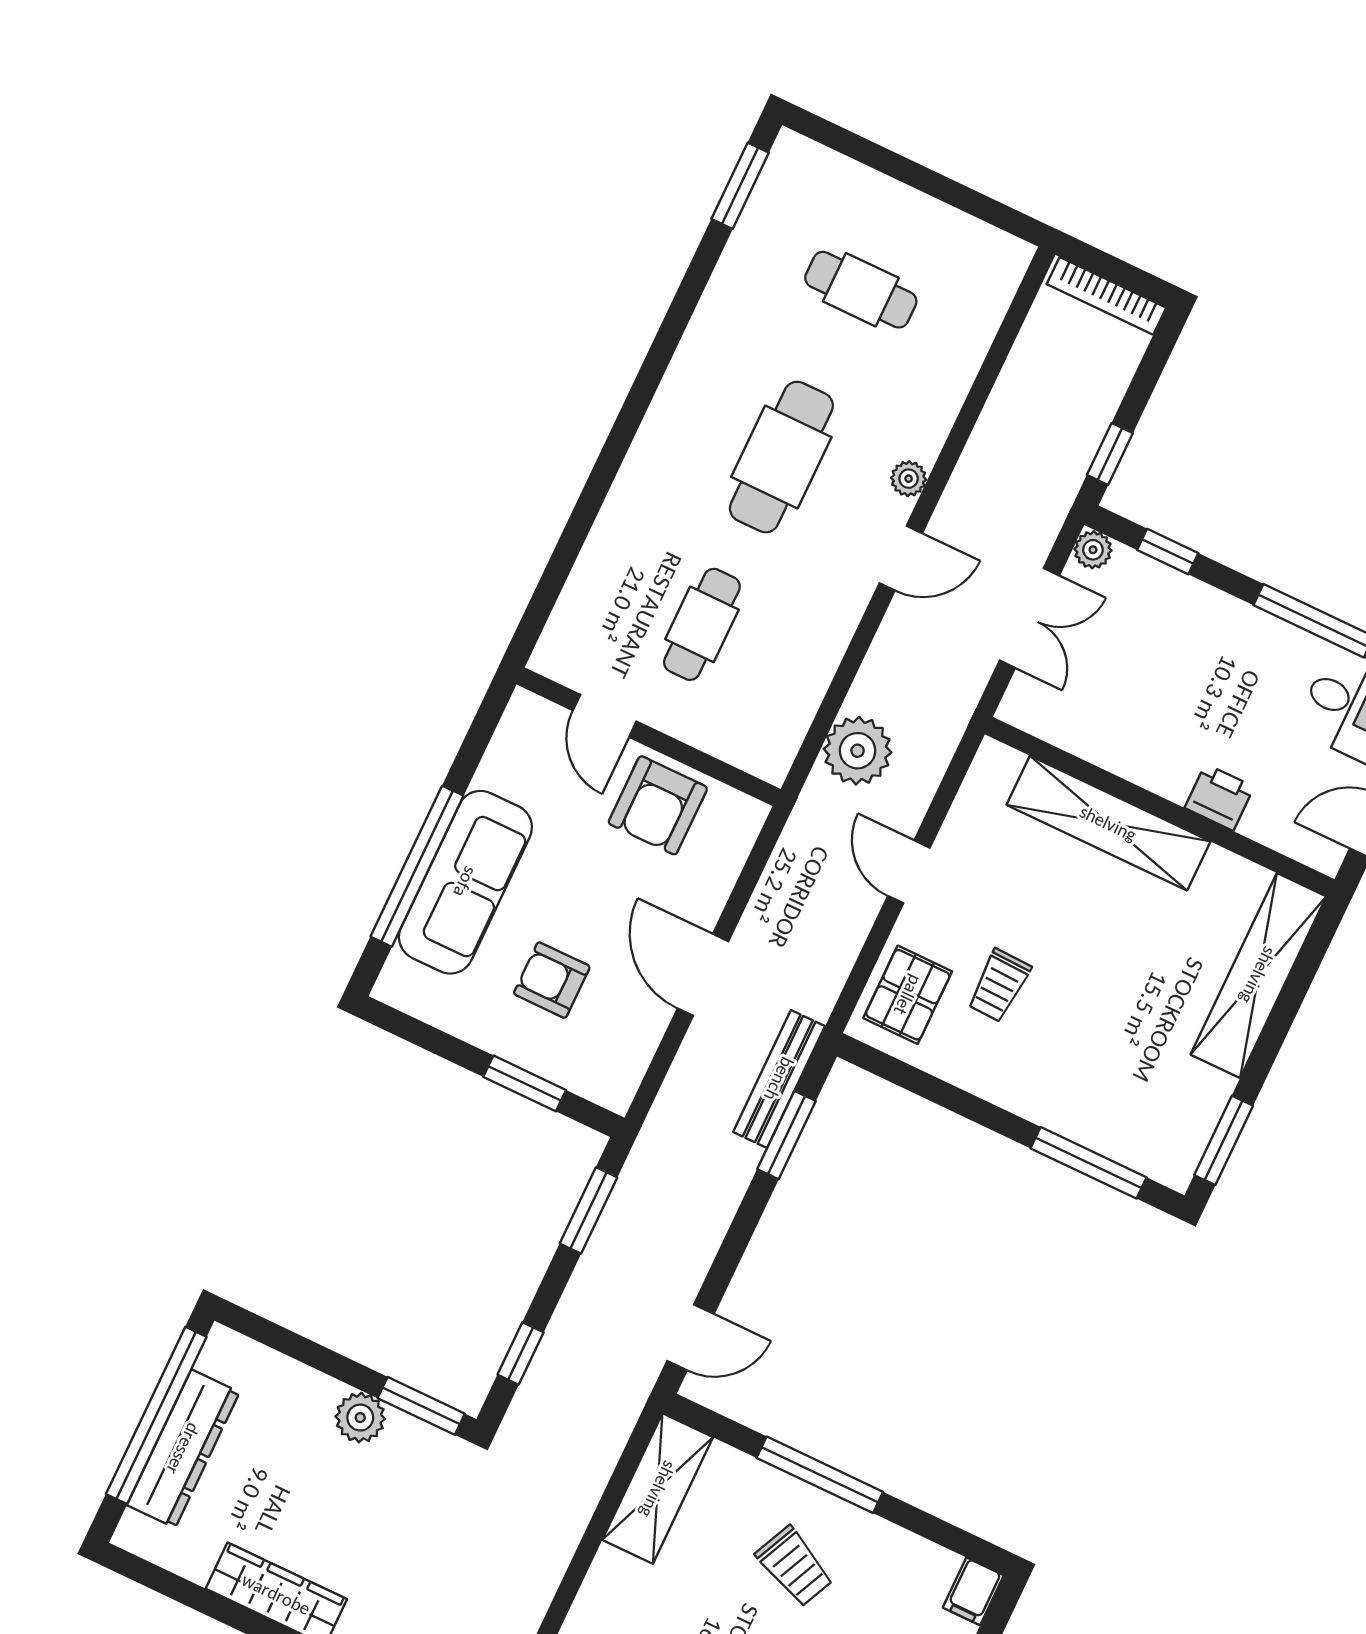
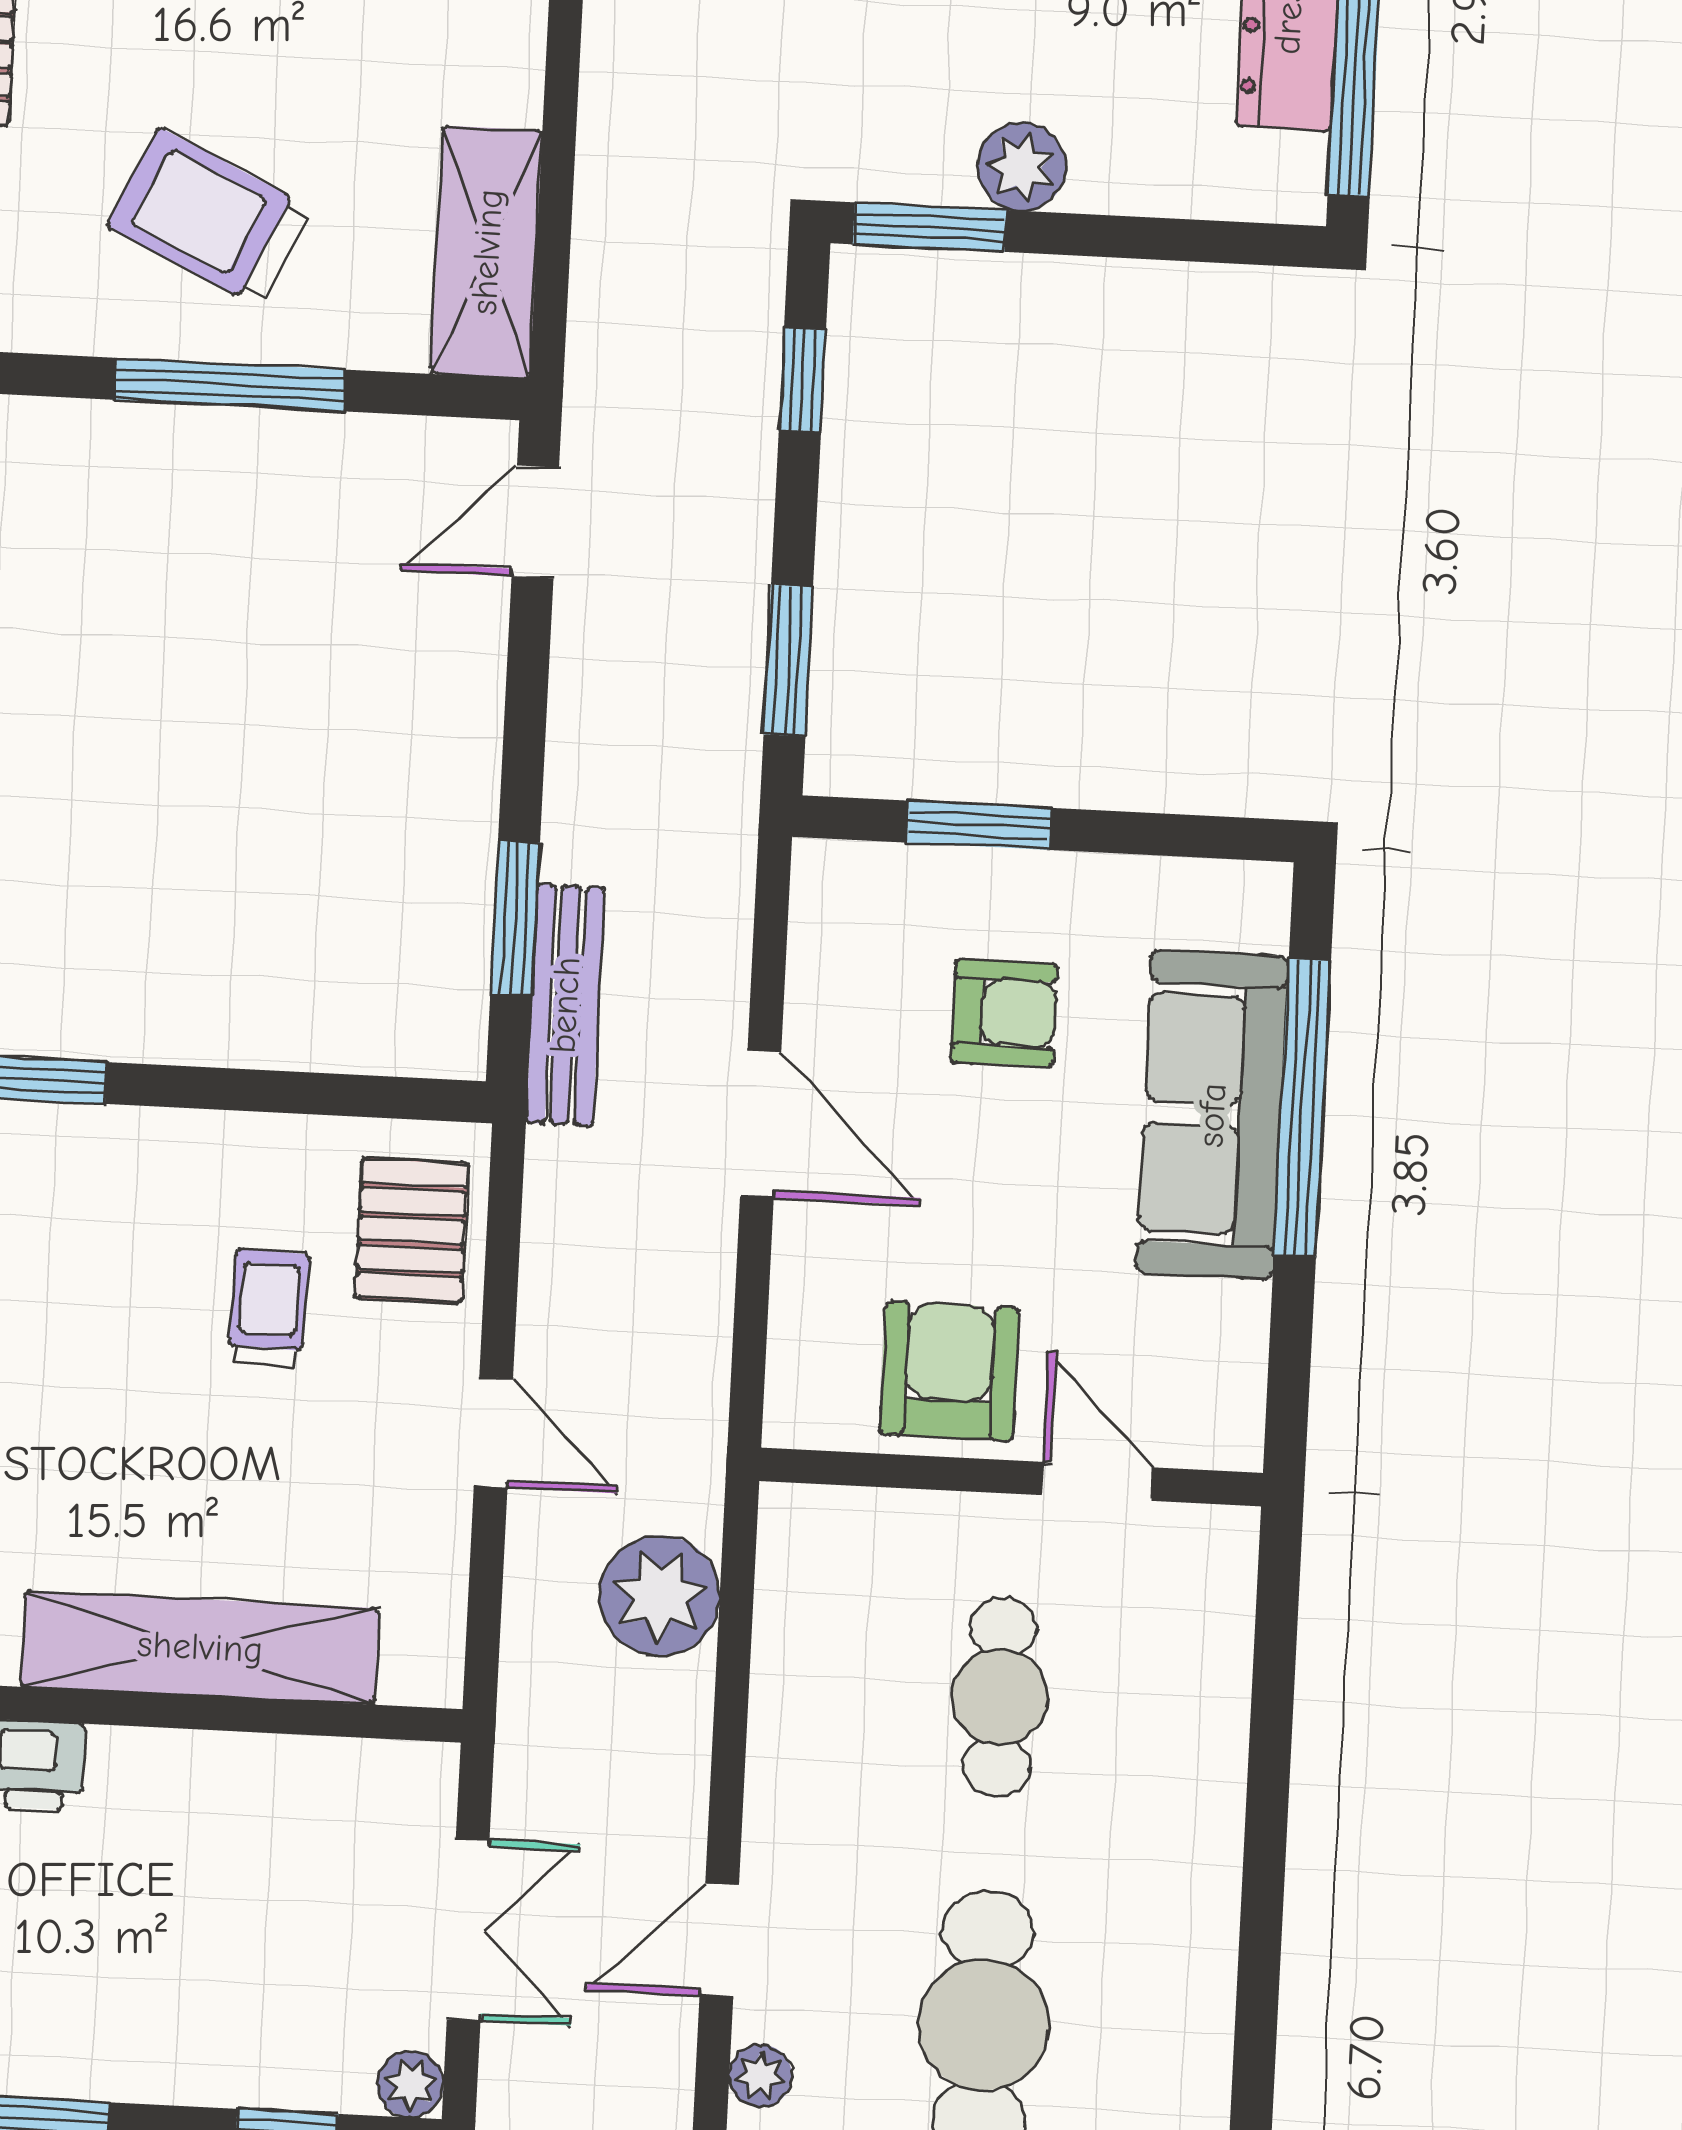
double door: (1029, 618) -> (468, 1930), swing flipped
trolley: (795, 1566) -> (209, 217), width x1.36, depth x1.39

